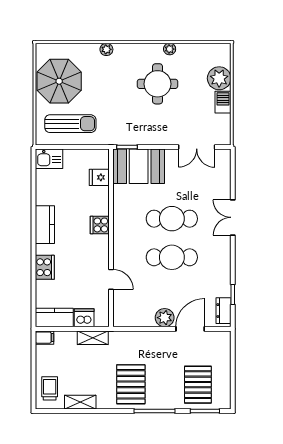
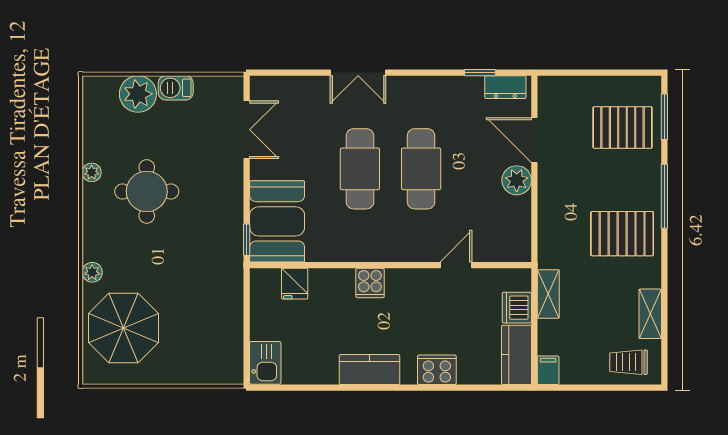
parasol: (59, 81) -> (123, 328), moved
sun lounger: (70, 124) -> (210, 329), removed

